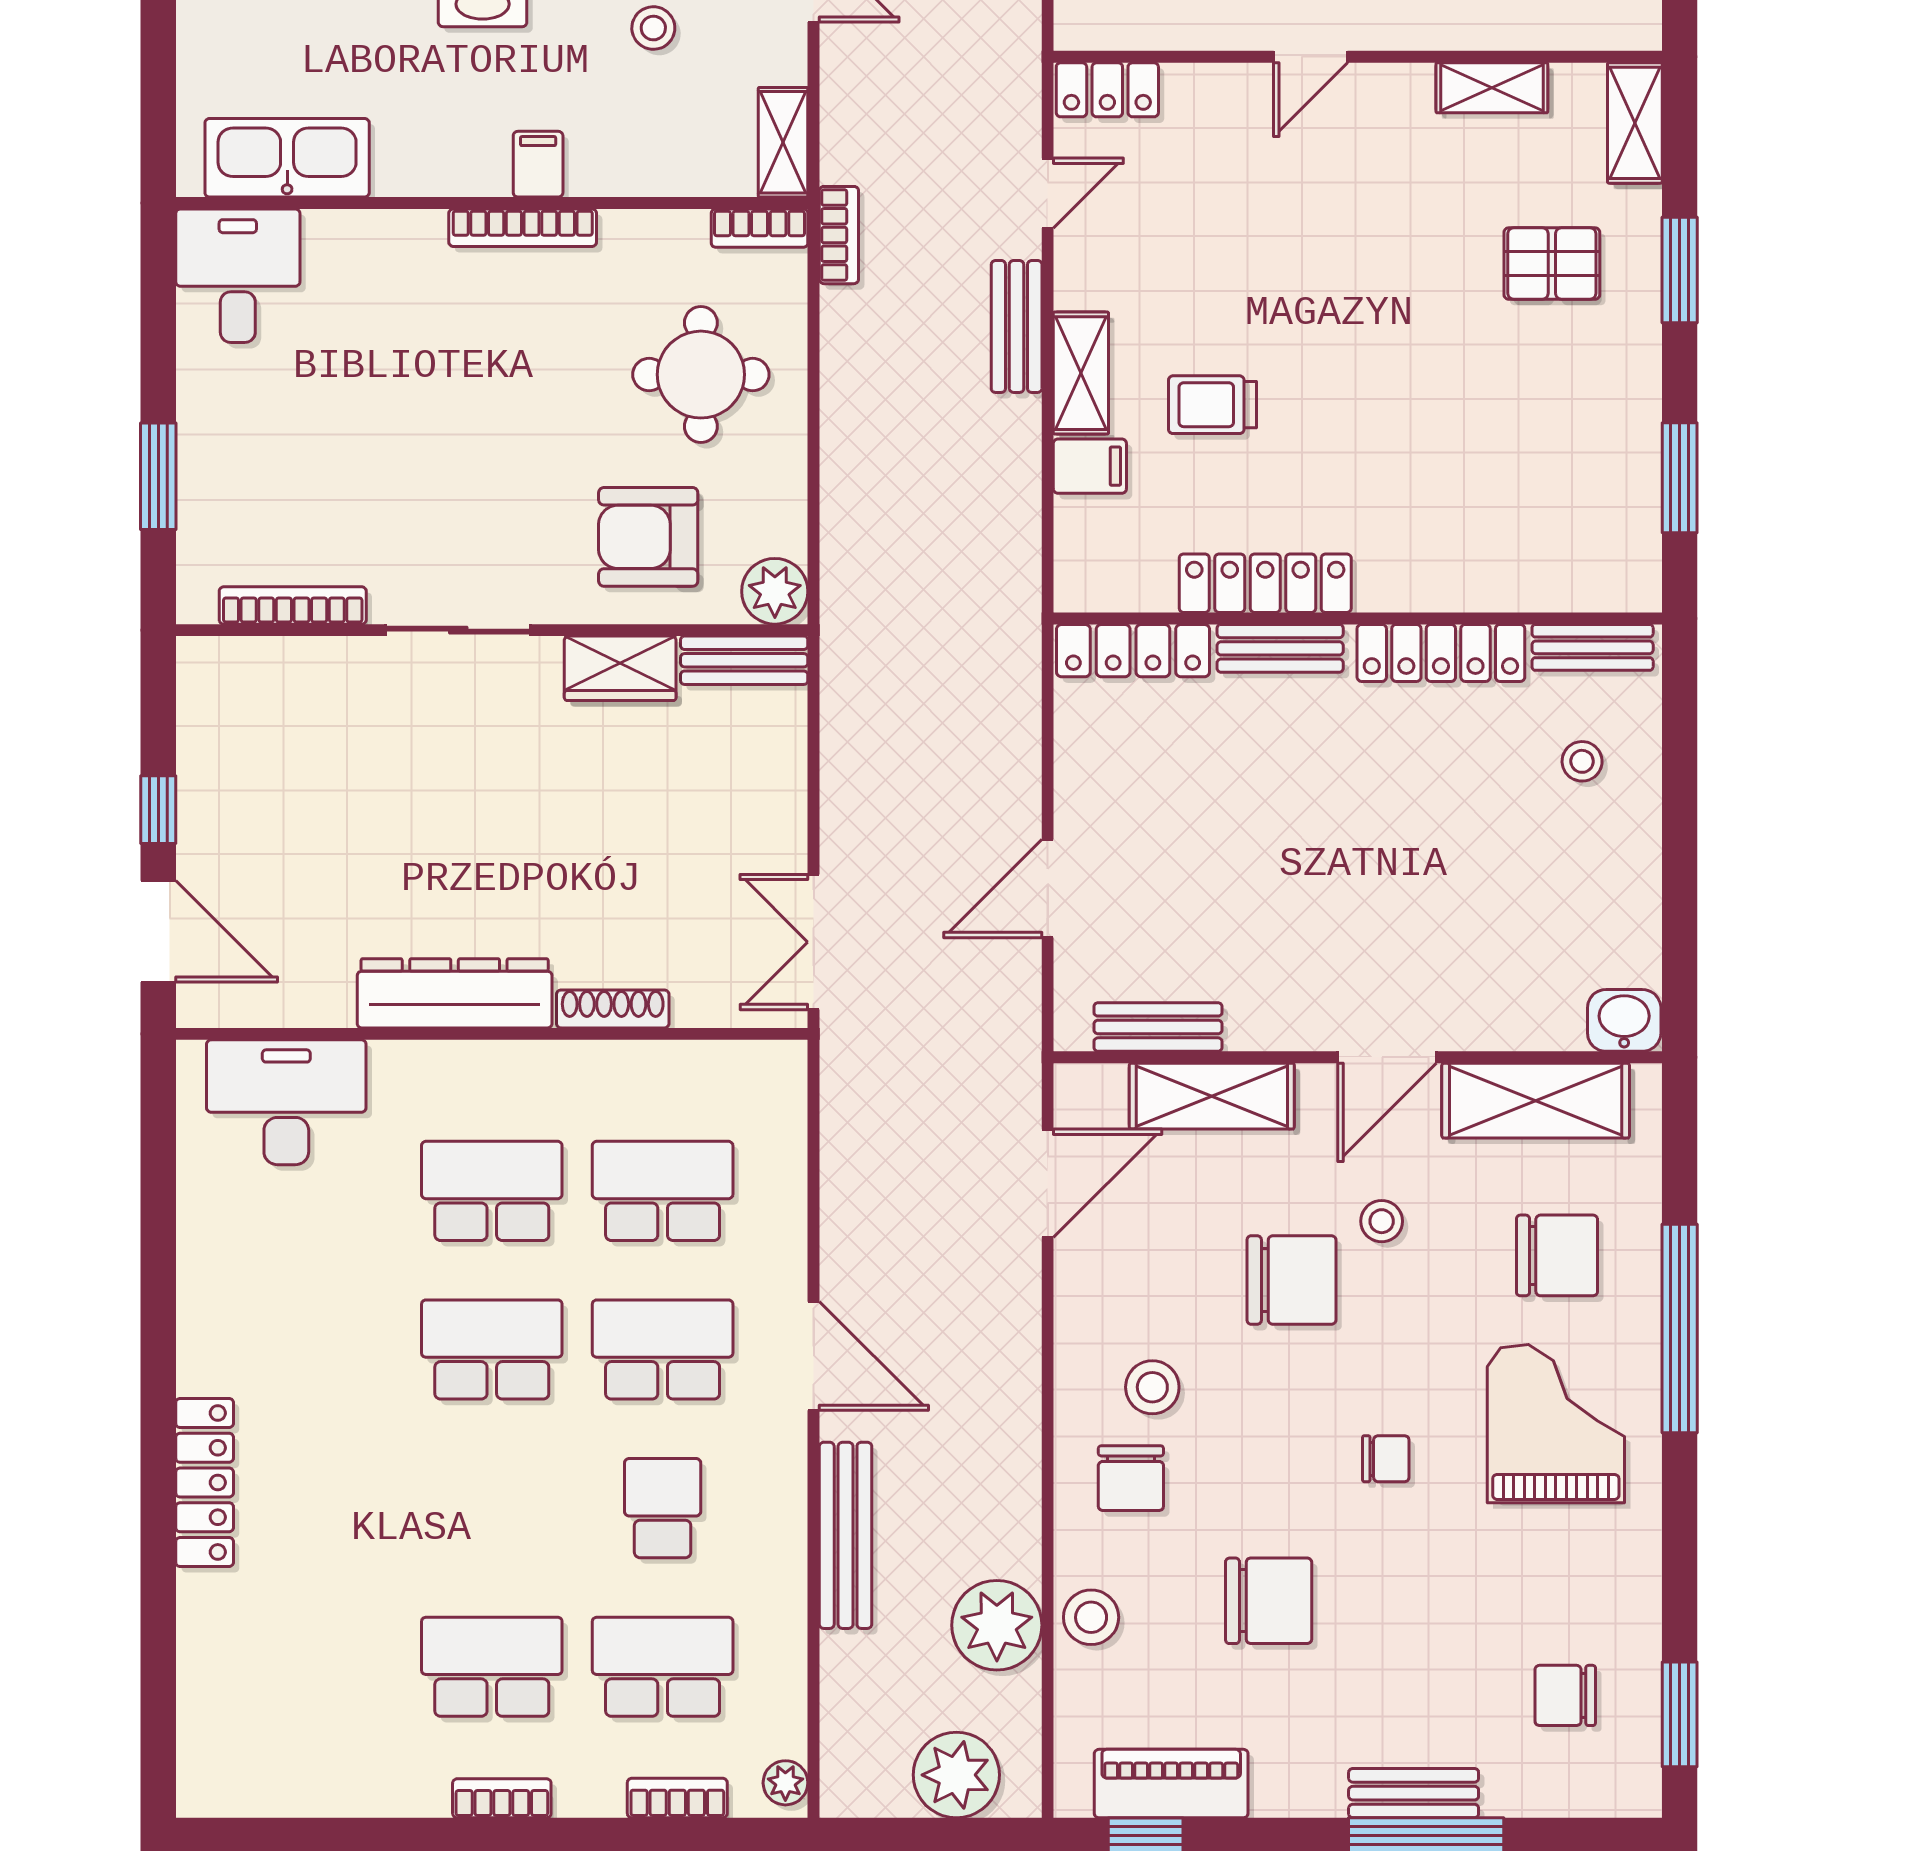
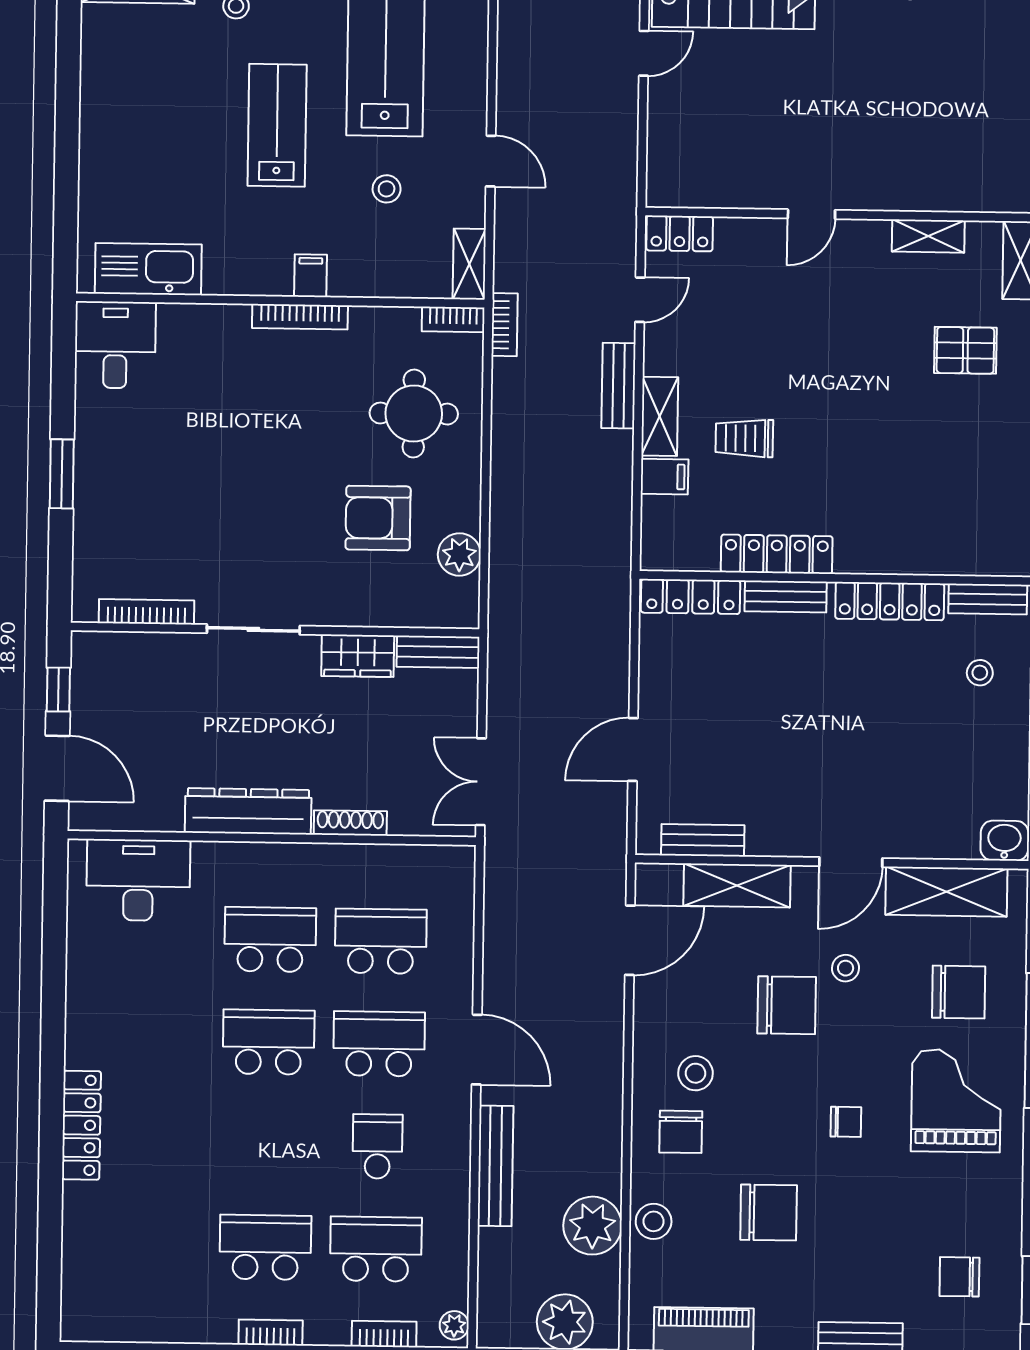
bookcase: (293, 605) -> (147, 612), moved
sliding door: (458, 630) -> (253, 629), moved
wall: (492, 630) -> (275, 630), moved
bench: (744, 660) -> (438, 652), moved
wardrobe: (620, 668) -> (358, 656), moved

